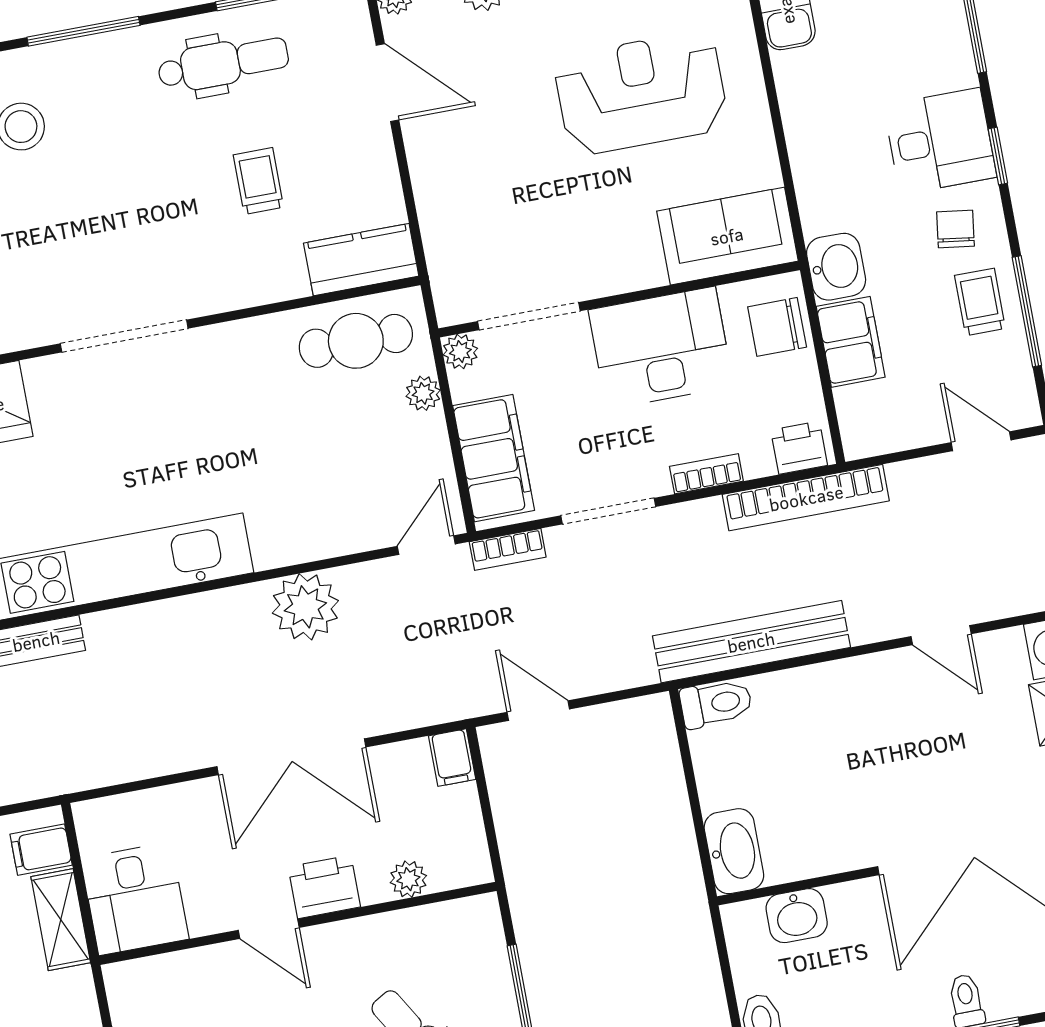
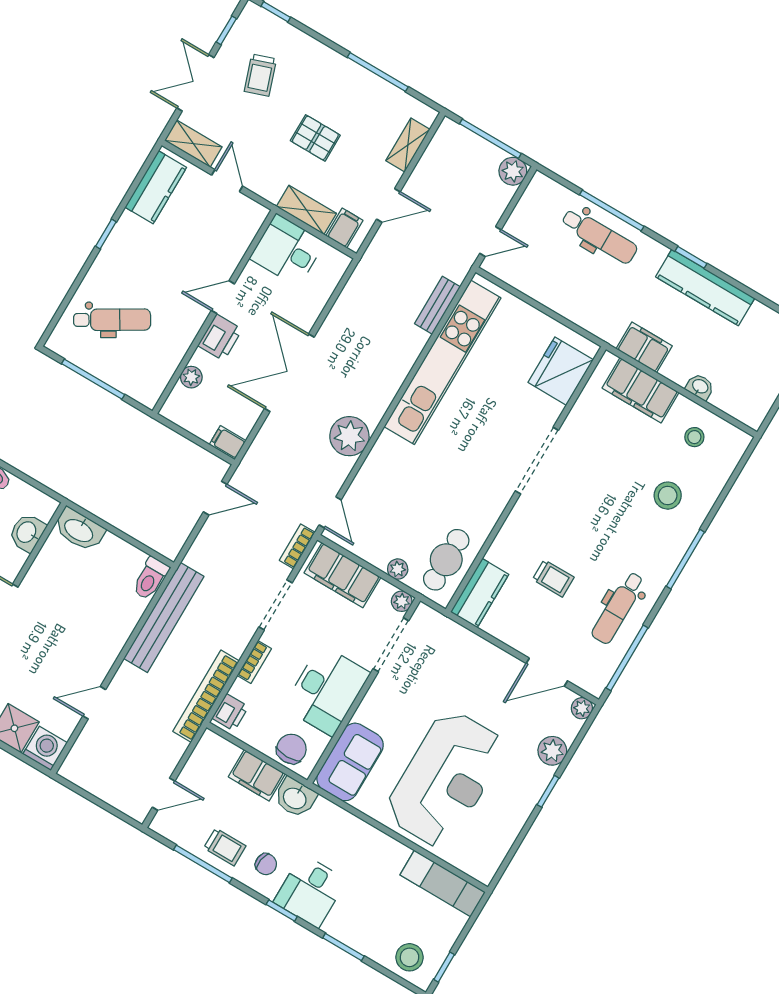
reception desk: (641, 93) -> (445, 779), width x1.36, depth x1.30

